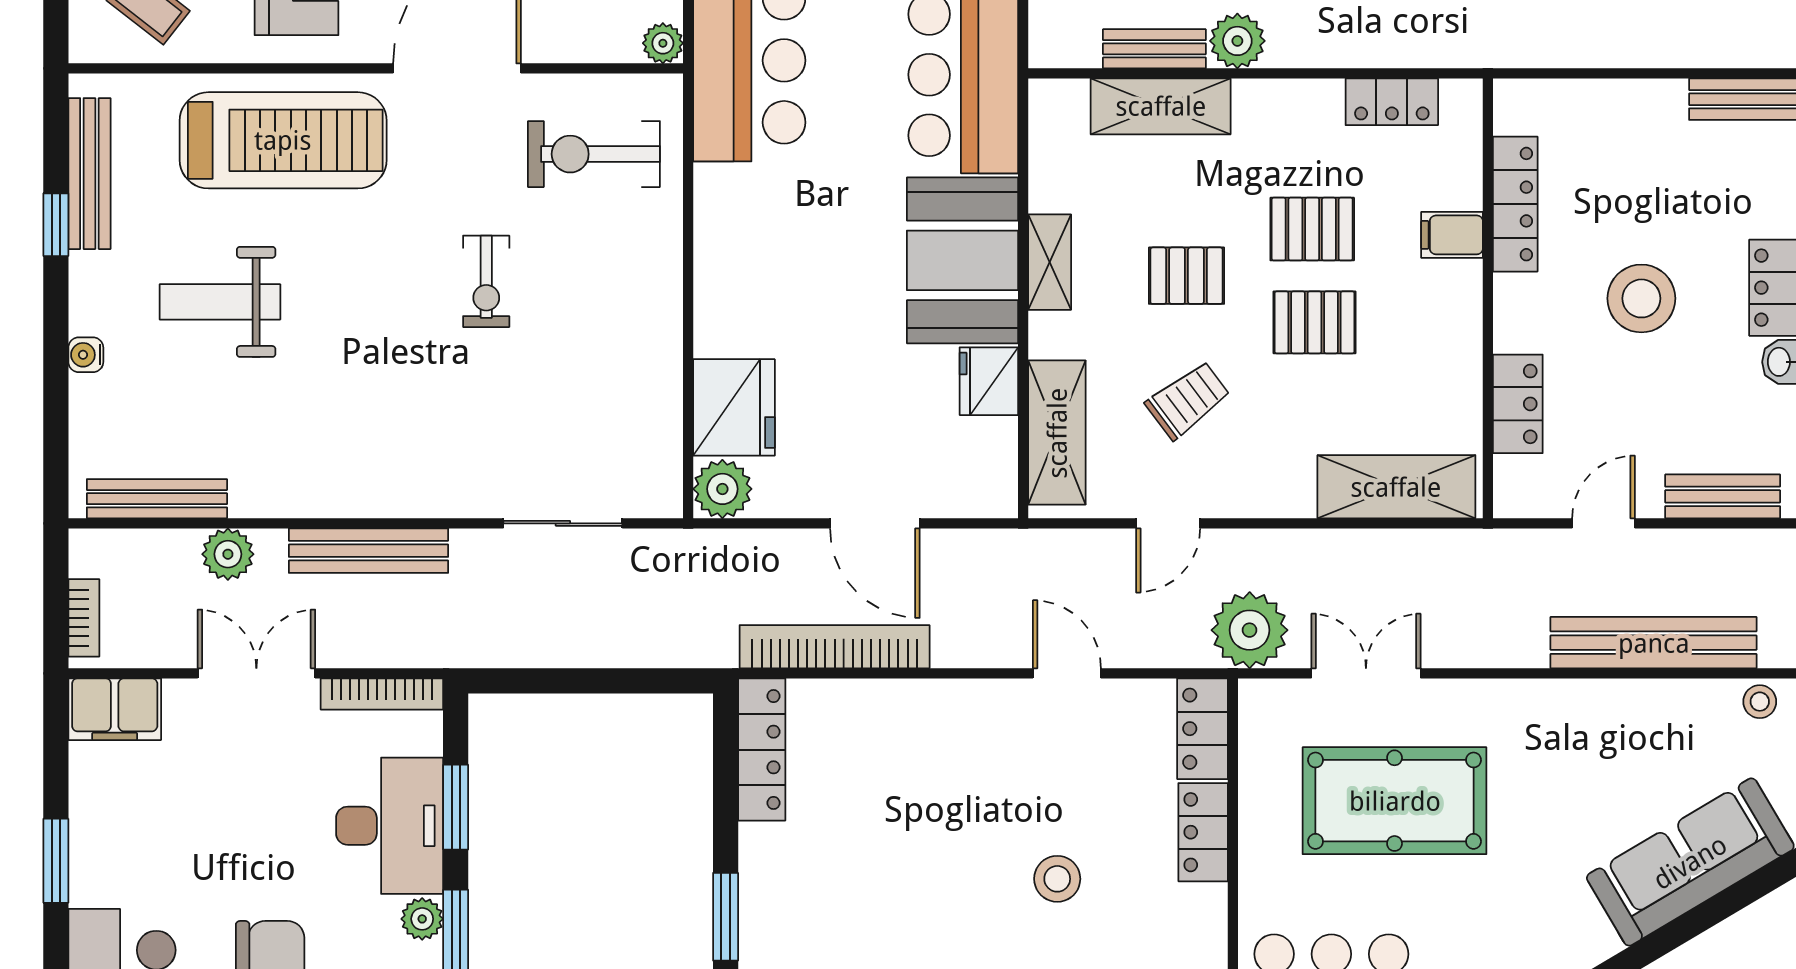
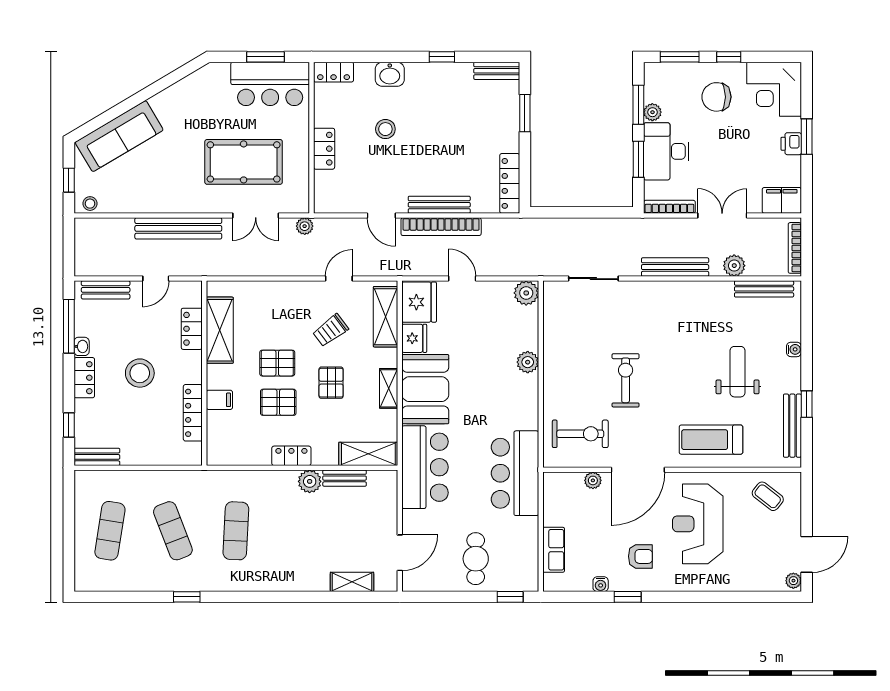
plant: (663, 43) -> (593, 480), moved
locker: (1392, 102) -> (291, 456), moved
shelving: (1161, 106) -> (368, 454), moved
treadmill: (283, 140) -> (711, 440), width x0.73, depth x0.73
pallet: (1186, 276) -> (331, 383), turned 90
exercise bike: (486, 281) -> (626, 380), width x1.38, depth x1.39
weight bench: (220, 302) -> (738, 372), turned -90
plant: (719, 325) -> (528, 362), added
fridge: (734, 407) -> (419, 302), moved, turned 180
shelving: (1396, 487) -> (220, 330), moved, turned 90
door: (875, 523) -> (462, 279), width x0.73
bookcase: (84, 618) -> (795, 248), width x1.56
plant: (1250, 630) -> (305, 226), width x0.53, depth x0.53
bench: (1654, 643) -> (178, 228), moved
bookcase: (835, 647) -> (441, 227), moved
double door: (256, 673) -> (722, 215), swing flipped
bench: (929, 699) -> (439, 205), added
locker: (1202, 729) -> (324, 192), removed
printer: (92, 844) -> (791, 144), added

